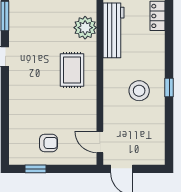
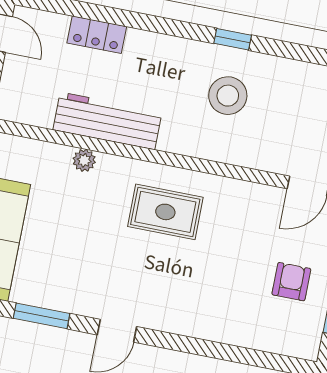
plant: (85, 28) -> (84, 160), width x0.53, depth x0.53

